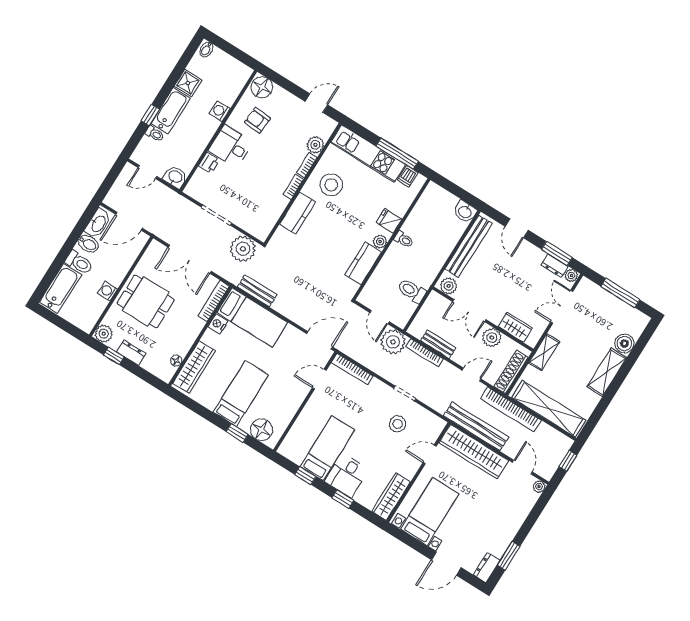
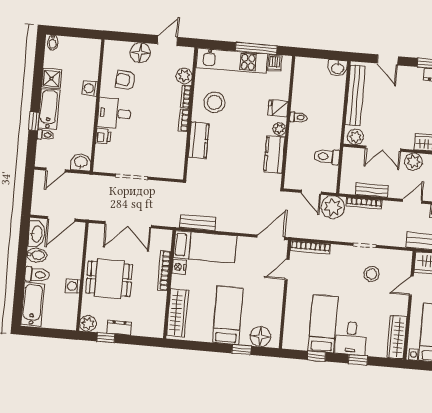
floor lamp: (262, 87) -> (140, 53), moved
plant: (243, 249) -> (168, 193), removed
bookcase: (214, 301) -> (164, 271), moved
floor lamp: (176, 361) -> (160, 315), removed

